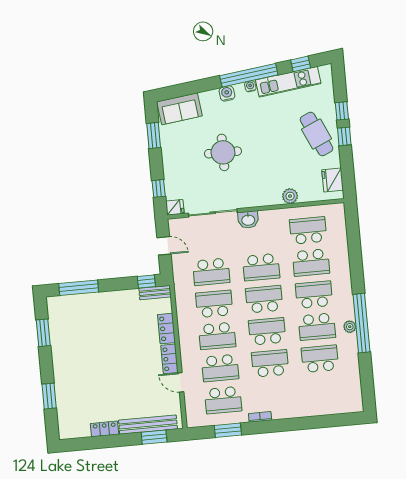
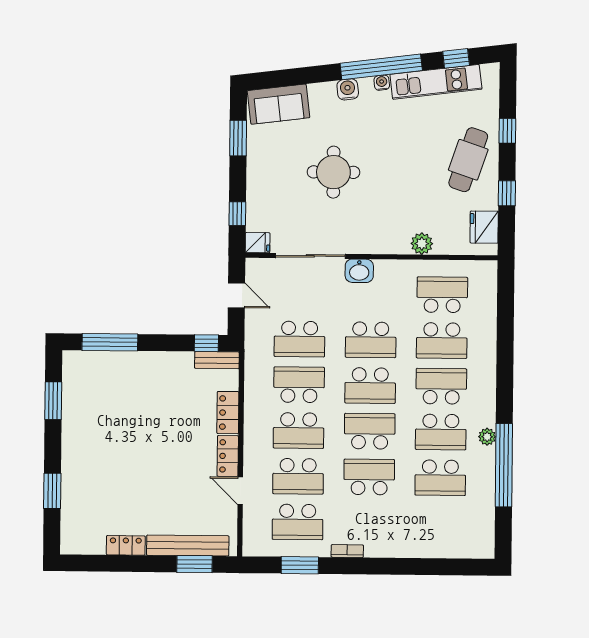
cafe table: (317, 134) -> (468, 160), turned 43
window: (344, 136) -> (507, 193), moved
school desk: (264, 299) -> (370, 385), turned 180
window: (362, 323) -> (504, 465), moved
school desk: (320, 359) -> (440, 478), turned 180

